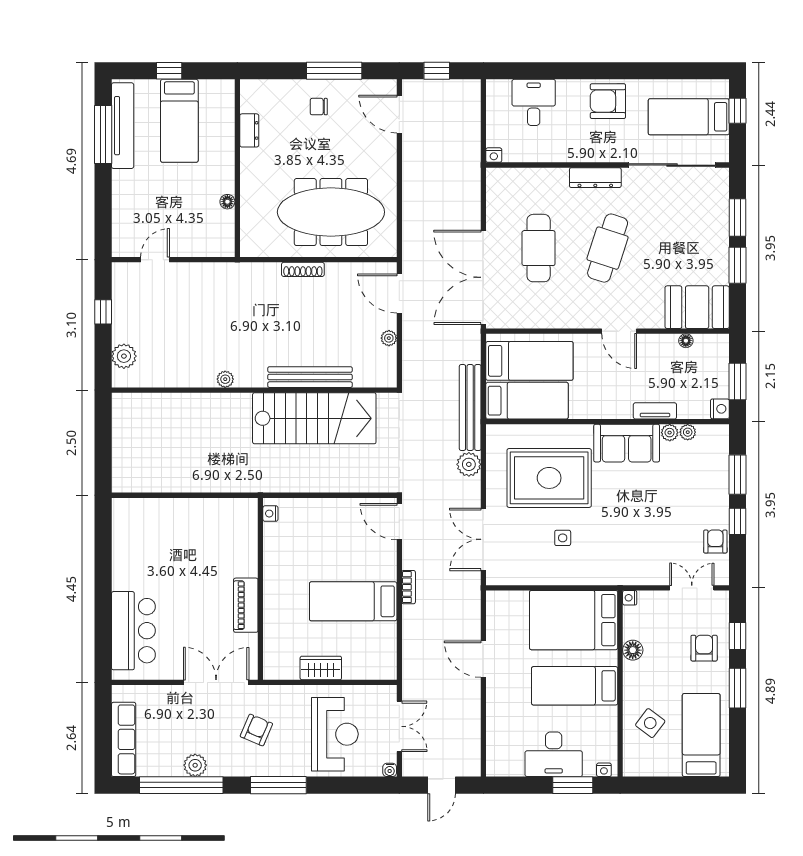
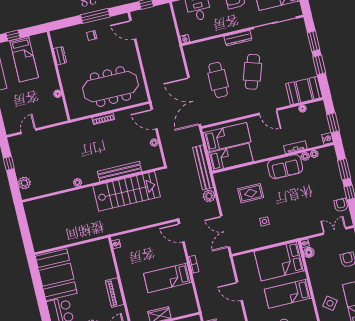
rug: (549, 478) -> (251, 193), width x0.54, depth x0.49
booth: (143, 545) -> (56, 275), added
floor lamp: (633, 650) -> (309, 252), moved

